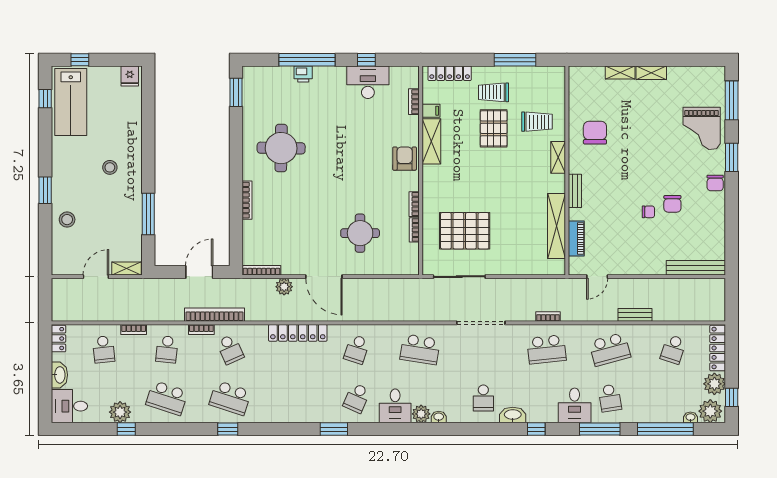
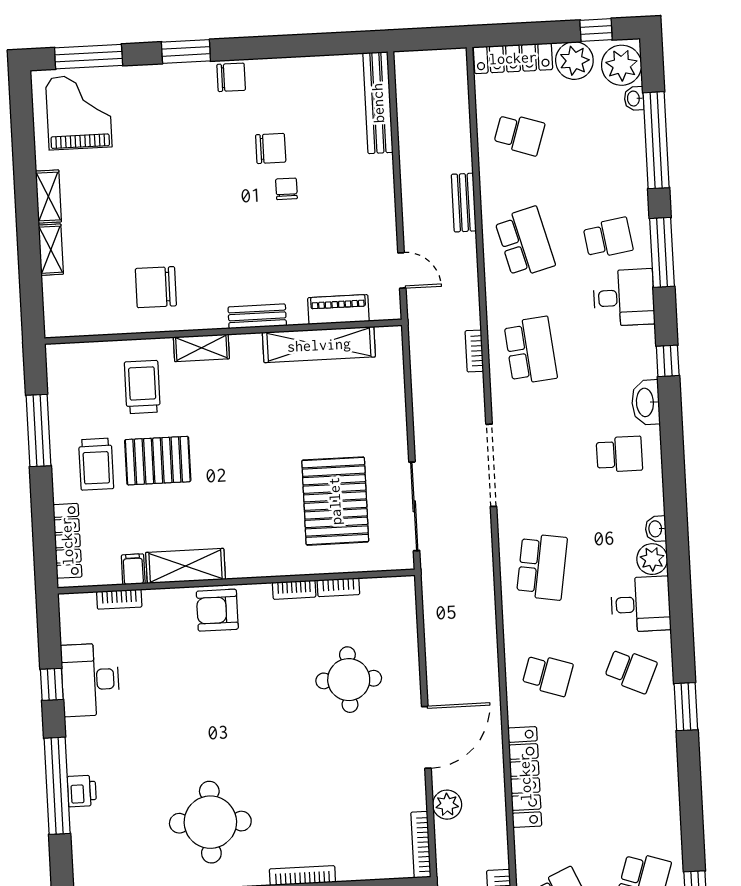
grand piano: (702, 128) -> (79, 112), moved, turned -90

